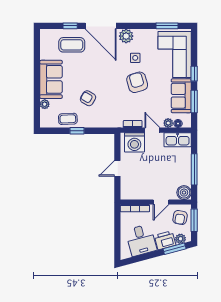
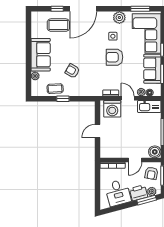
door: (101, 26) -> (83, 9), hinge flipped
plant: (126, 36) -> (119, 18), moved
armchair: (137, 82) -> (115, 57), turned -74

